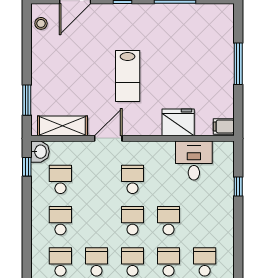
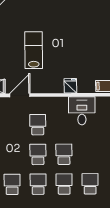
lab bench: (128, 76) -> (34, 50), turned 180
fridge: (178, 122) -> (70, 86), width x0.53, depth x0.75

